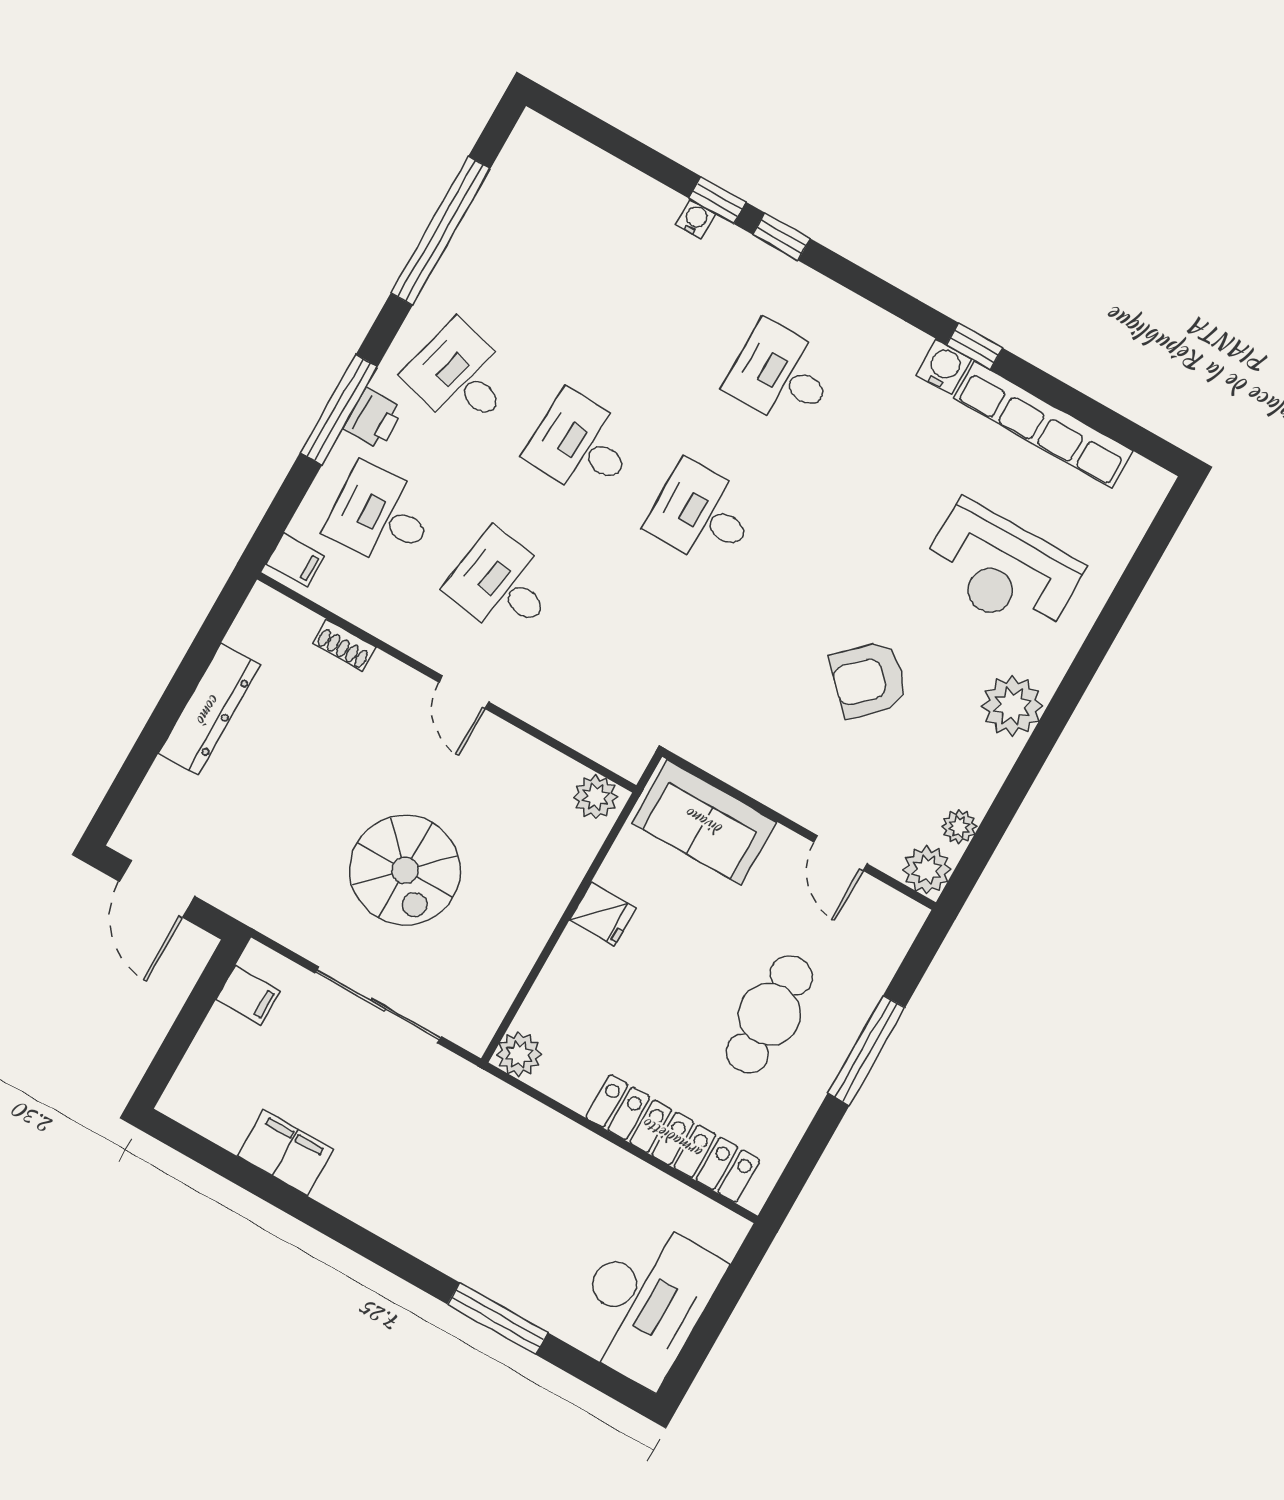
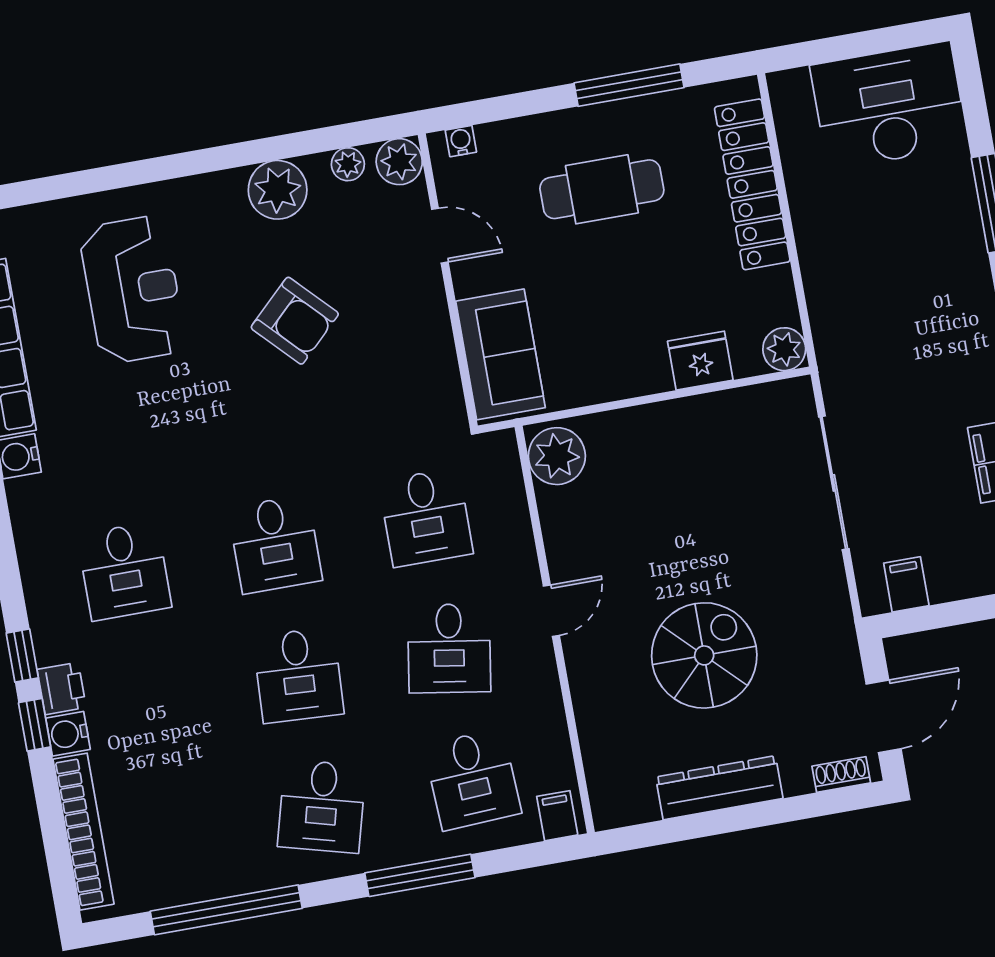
bookcase: (599, 168) -> (83, 832), added
water cooler: (696, 219) -> (68, 734), width x1.38, depth x1.38
printer: (373, 419) -> (62, 688), moved, turned 90
shoe rack: (344, 645) -> (841, 775), moved, turned -90
desk: (623, 654) -> (426, 517), added
plant: (1012, 706) -> (278, 190), moved
plant: (596, 797) -> (557, 456), width x1.36, depth x1.36
door: (840, 853) -> (440, 236), hinge flipped
spiral stairs: (405, 870) -> (704, 655), moved
fridge: (603, 914) -> (700, 361), moved, width x1.38
water cooler: (902, 933) -> (461, 141), added
window: (866, 1050) -> (629, 85), moved

